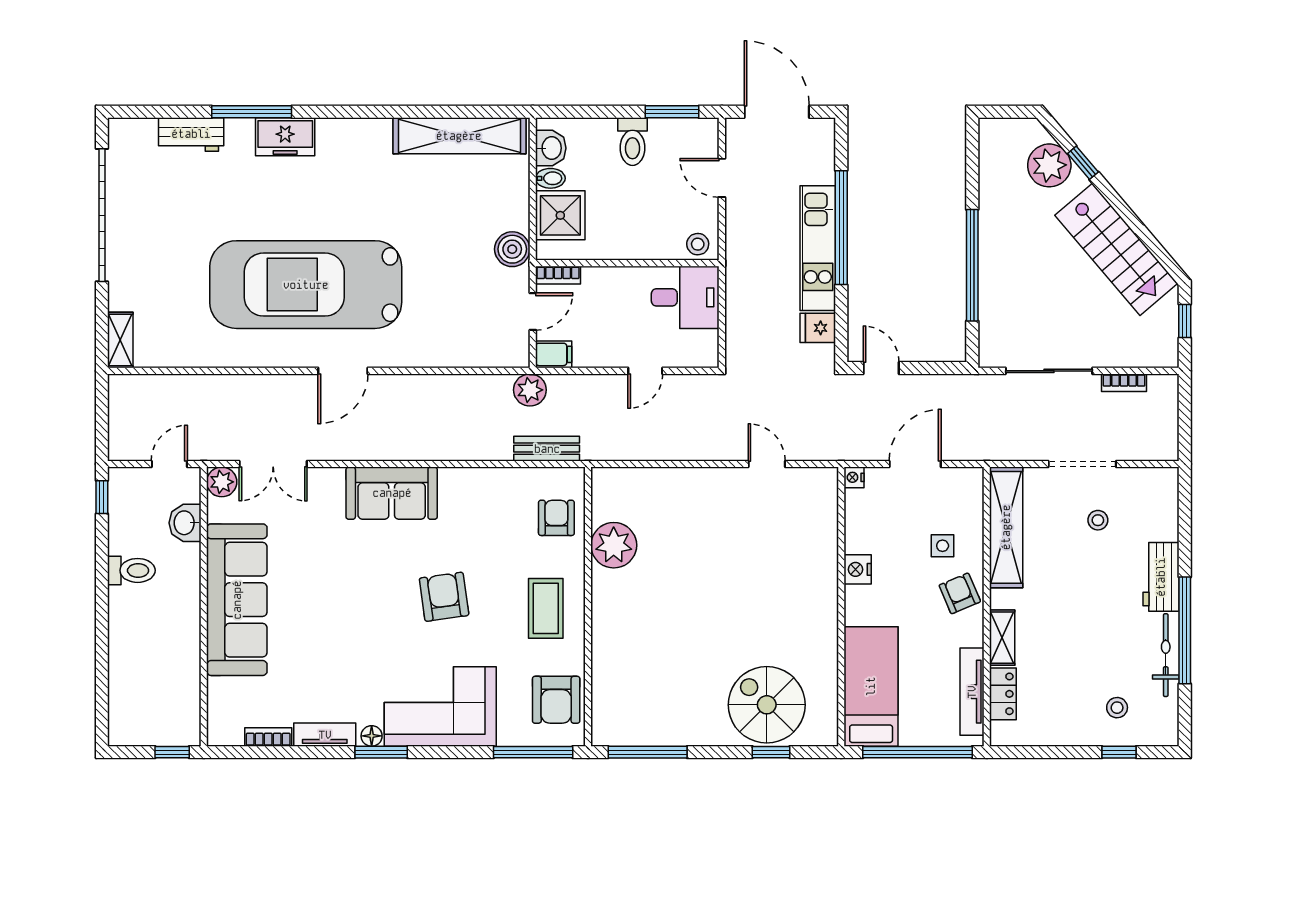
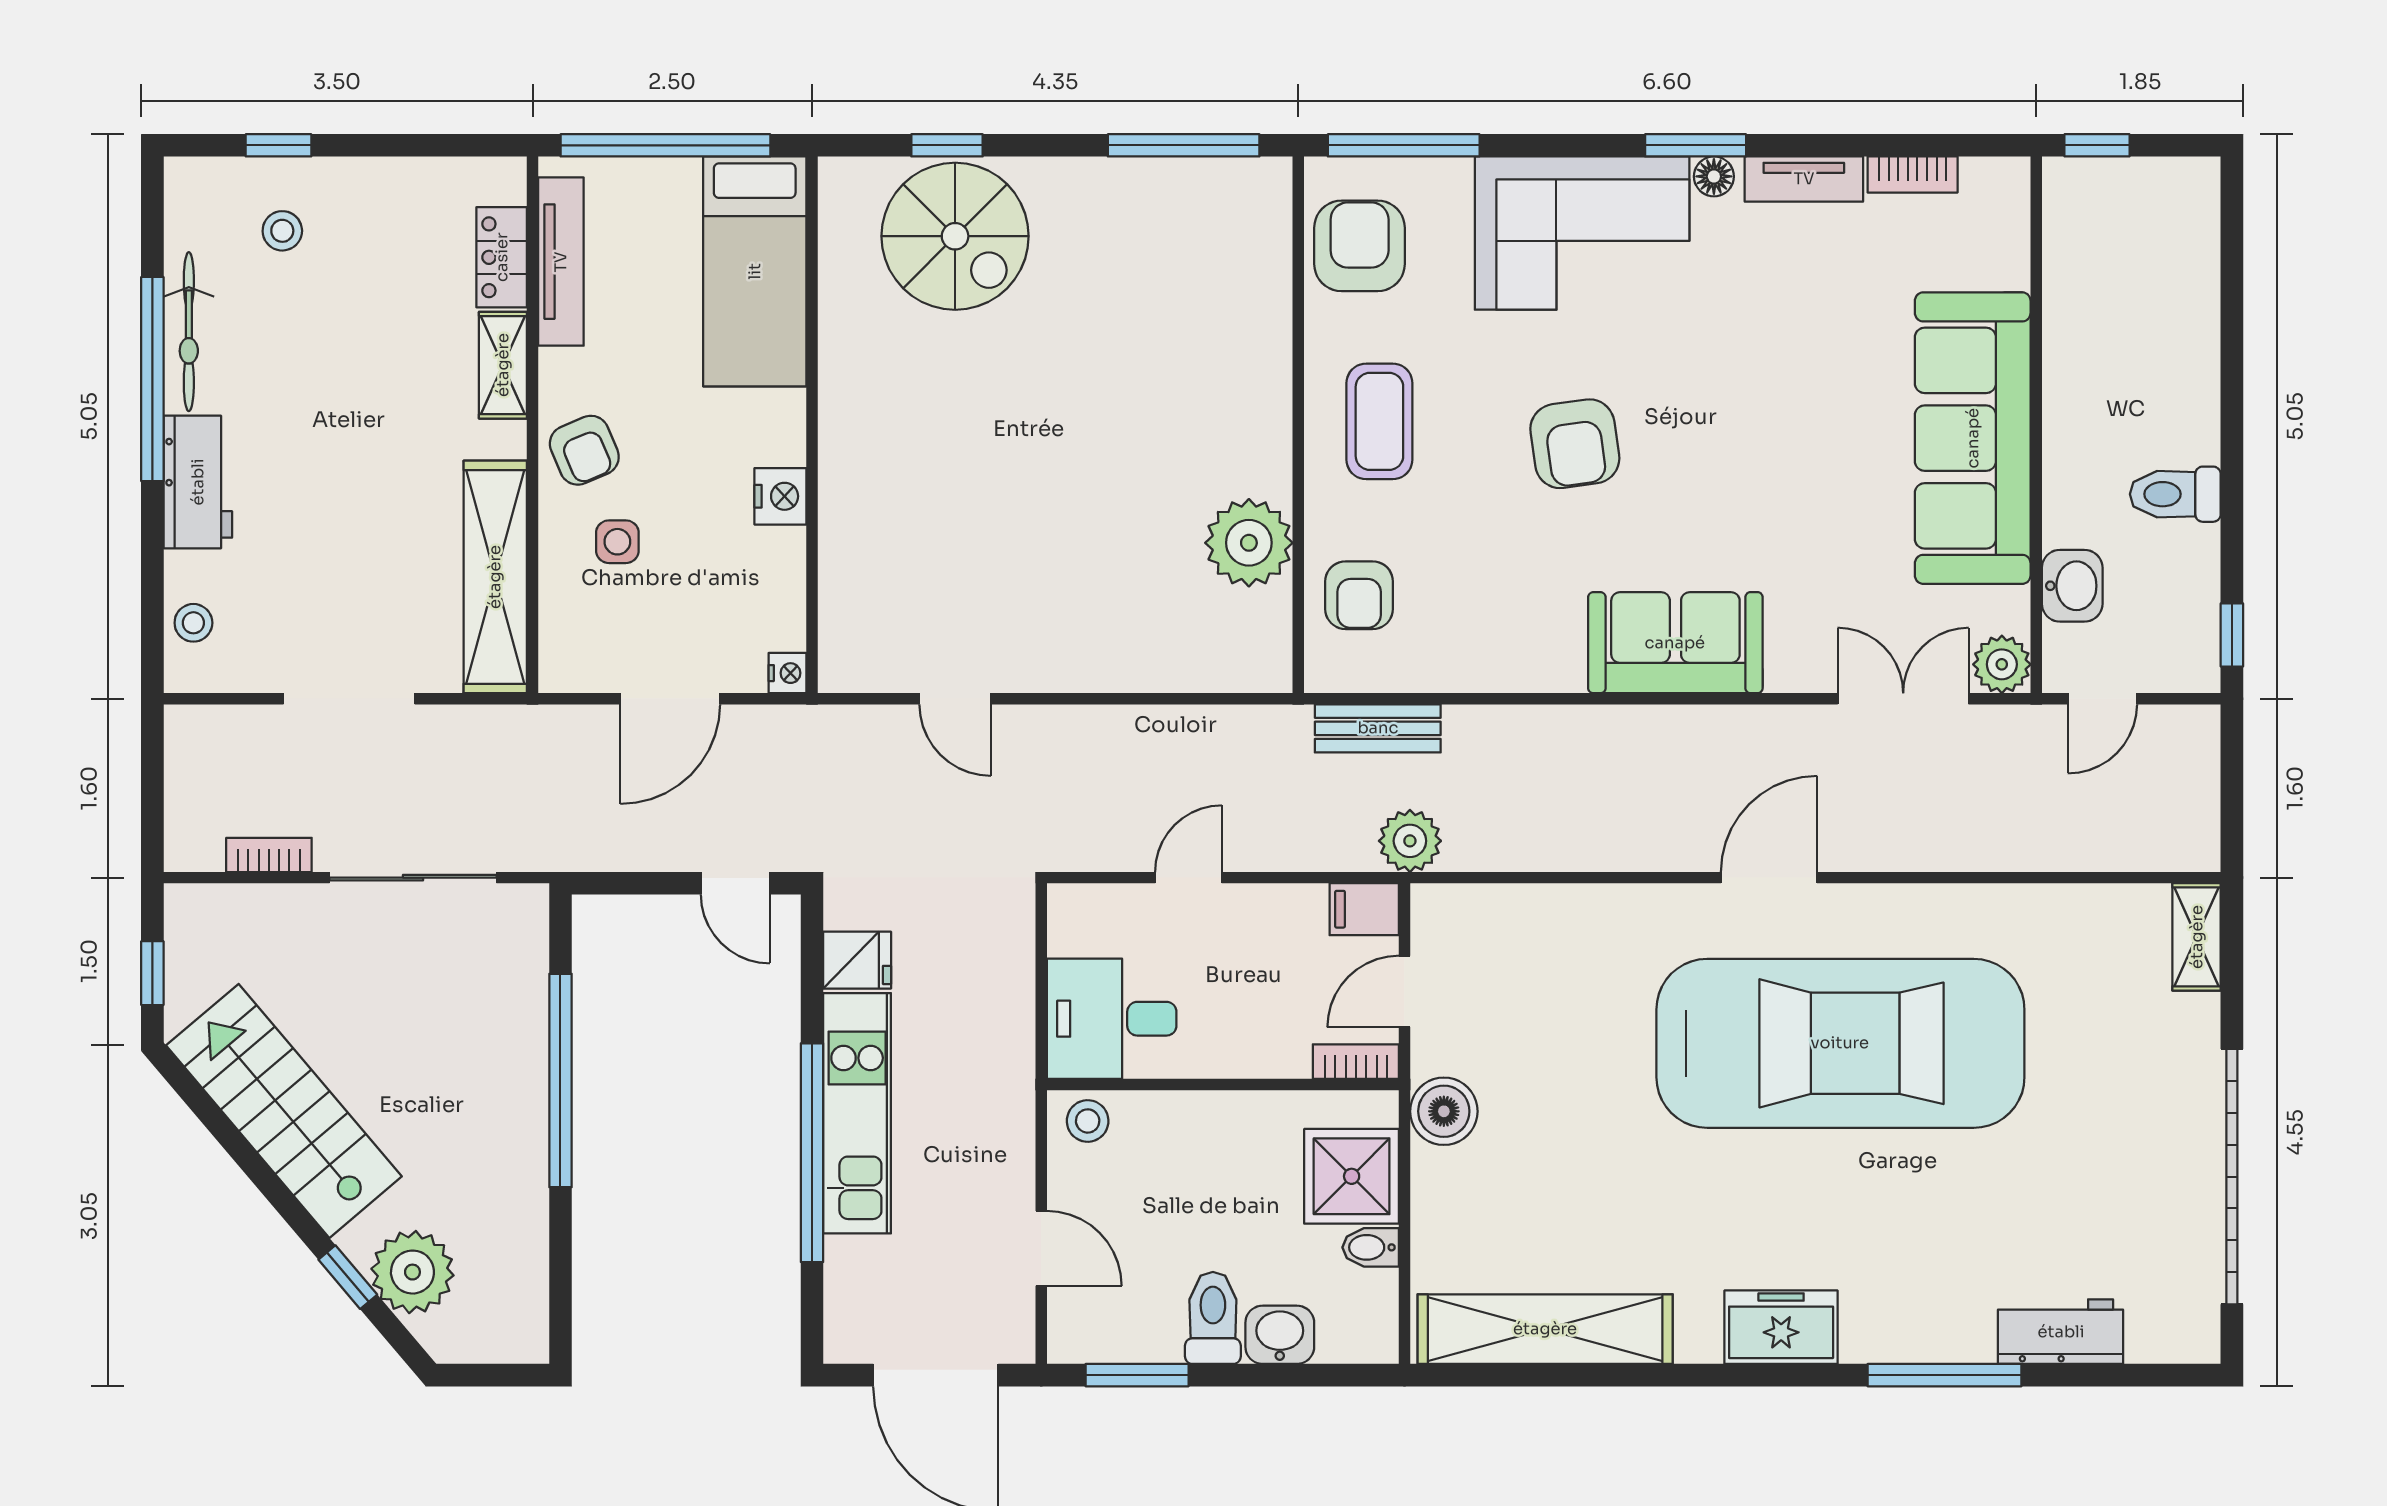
freezer: (285, 137) -> (1781, 1327), moved
washbasin: (551, 148) -> (1280, 1335), moved, turned 90
stool: (1098, 520) -> (193, 623), moved

